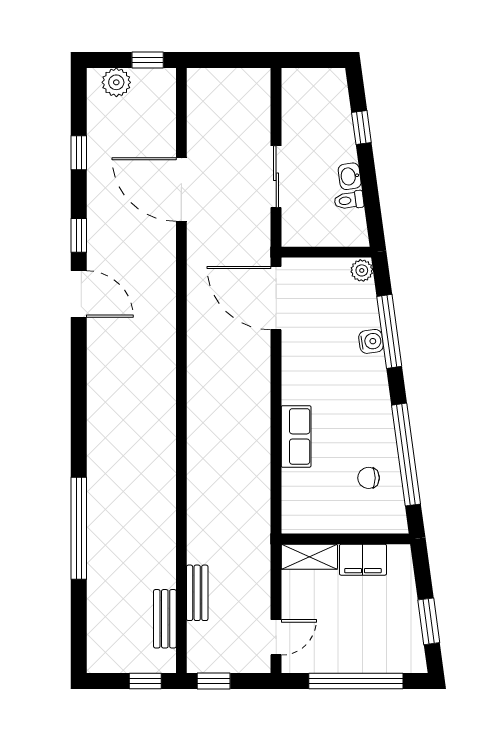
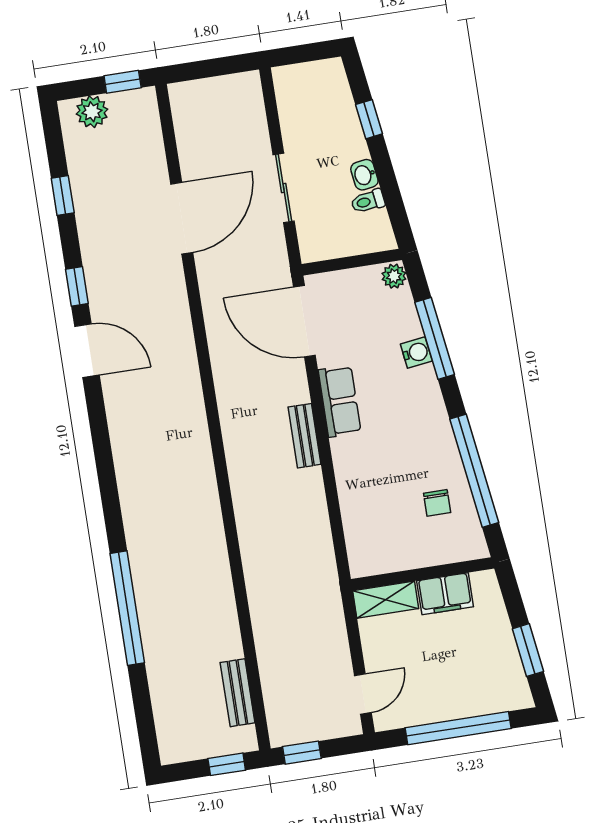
door: (181, 189) -> (182, 218), swing flipped
row of seats: (296, 436) -> (340, 401), moved
chair: (369, 478) -> (437, 503), turned -90
bench: (197, 593) -> (305, 436), moved

